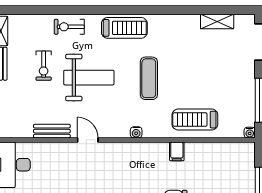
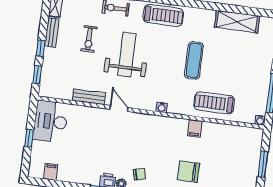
shelving: (217, 22) -> (237, 22), width x1.50, depth x1.33
weight bench: (89, 78) -> (127, 54), turned -90
exercise mat: (149, 78) -> (194, 60), moved

